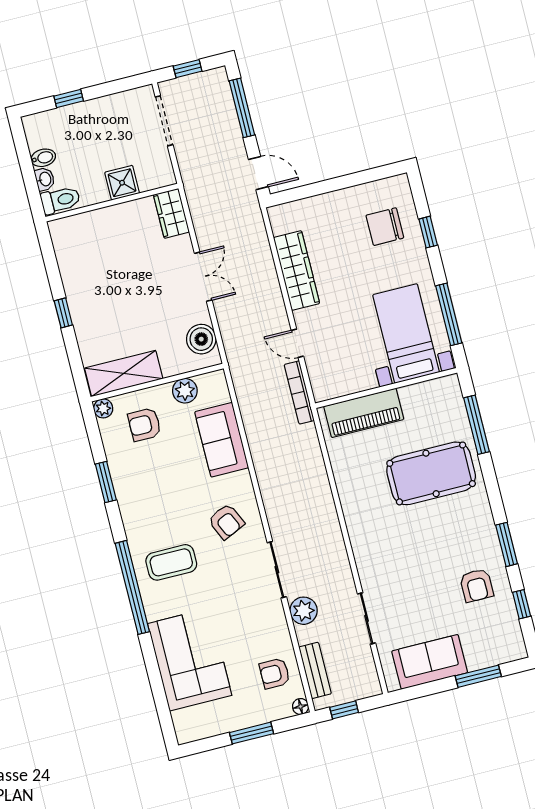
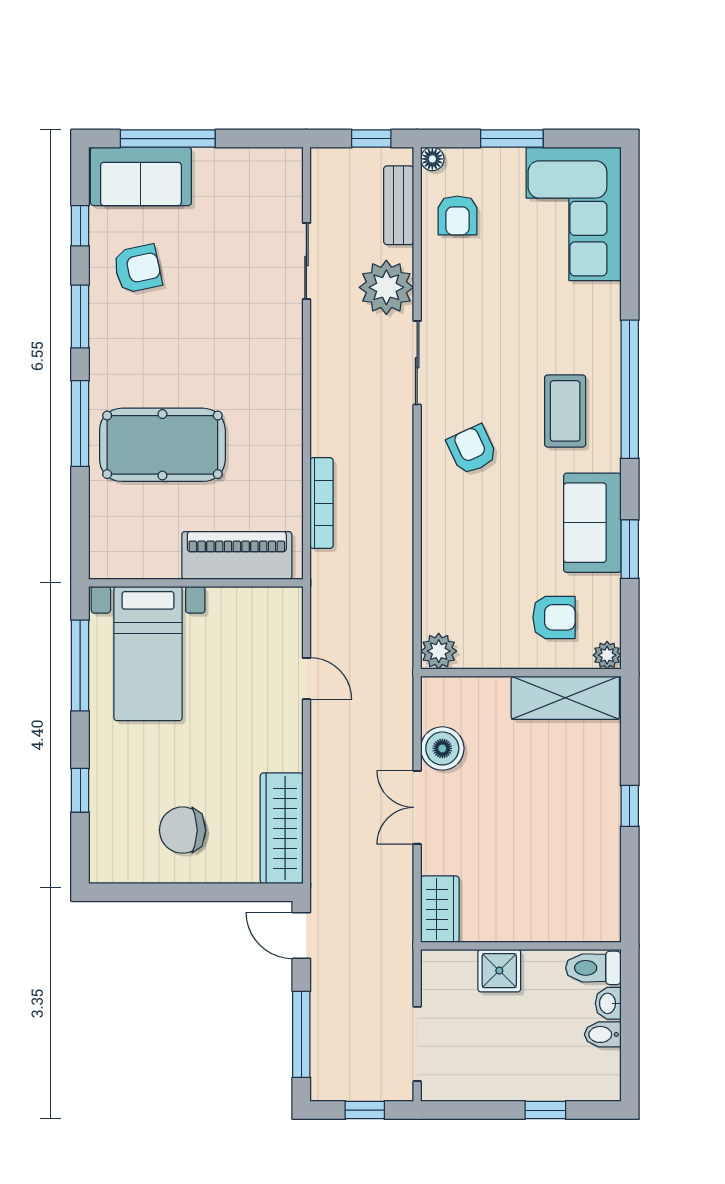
chair: (385, 227) -> (183, 830), moved, turned 180
wardrobe: (297, 271) -> (282, 828), moved
boiler: (201, 339) -> (442, 748), moved
plant: (185, 391) -> (439, 651), moved
bookcase: (299, 392) -> (322, 503), moved
window: (477, 425) -> (80, 424), moved
sofa: (222, 440) -> (592, 523), moved, turned 180
coffee table: (171, 562) -> (565, 411), turned 90
armchair: (477, 585) -> (138, 269), turned 78
plant: (304, 611) -> (386, 287), width x1.36, depth x1.36
corner sofa: (190, 660) -> (574, 214), moved
sofa: (430, 662) -> (141, 176), moved
armchair: (275, 673) -> (457, 215), turned 90
window: (478, 676) -> (168, 139), width x1.44

